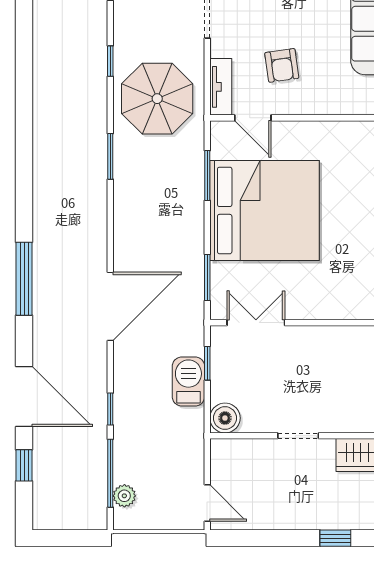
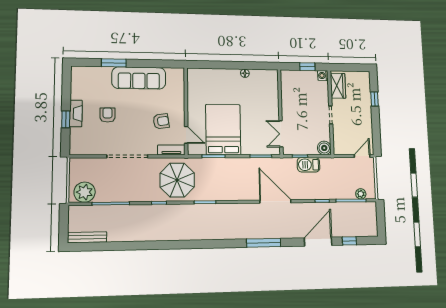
door: (253, 118) -> (186, 135), hinge flipped
bed: (264, 210) -> (223, 130), width x0.73

